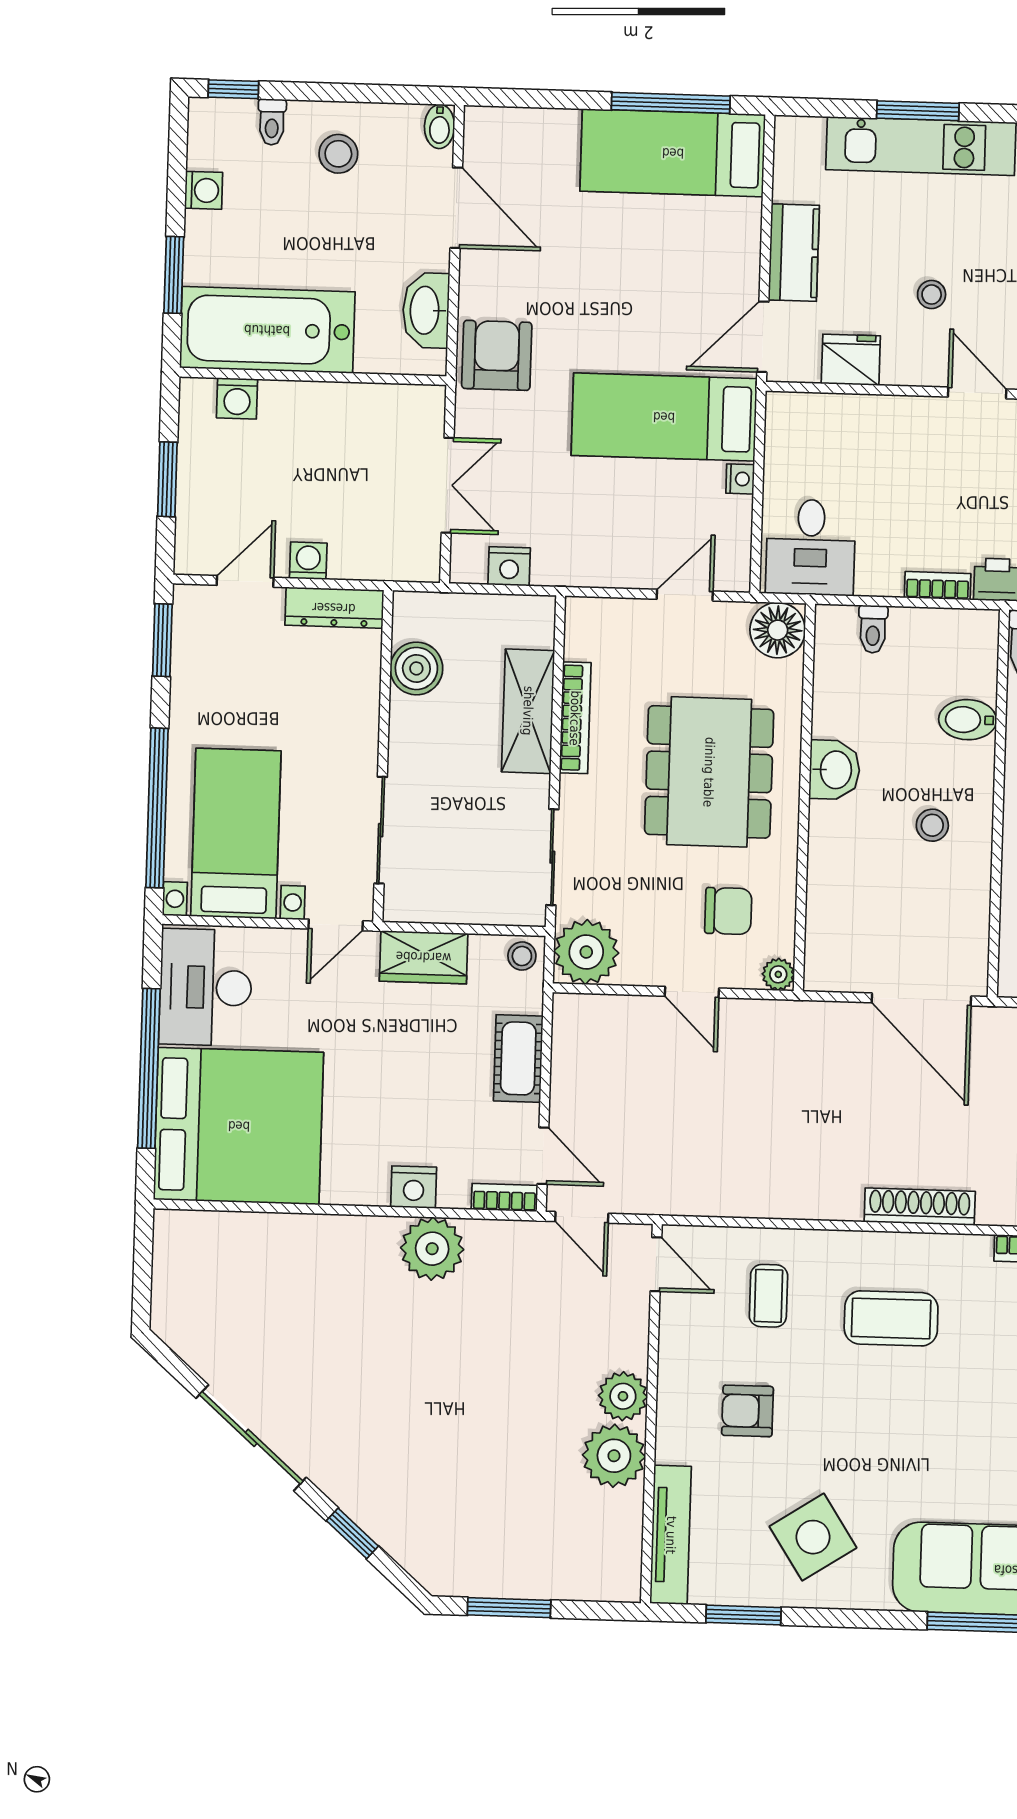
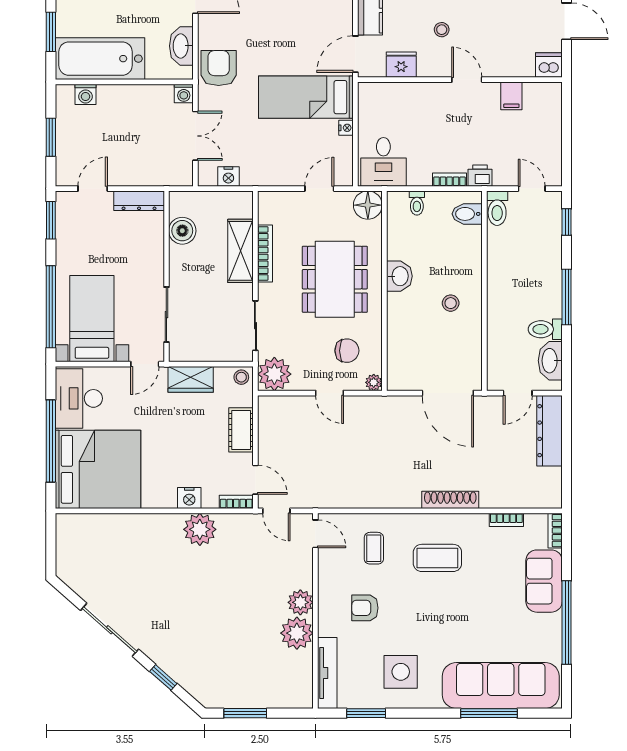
washing machine: (308, 561) -> (184, 94), moved, turned 180
bidet: (968, 720) -> (467, 214), moved
side table: (813, 1537) -> (401, 672), turned 33

